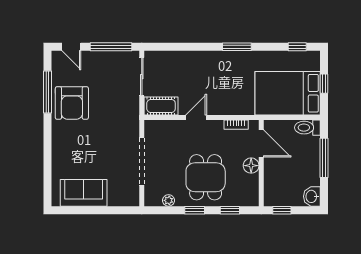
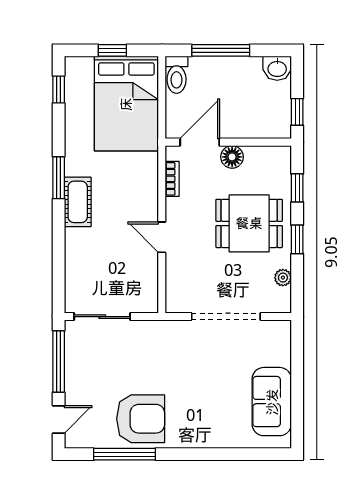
cot: (161, 106) -> (78, 202), moved

